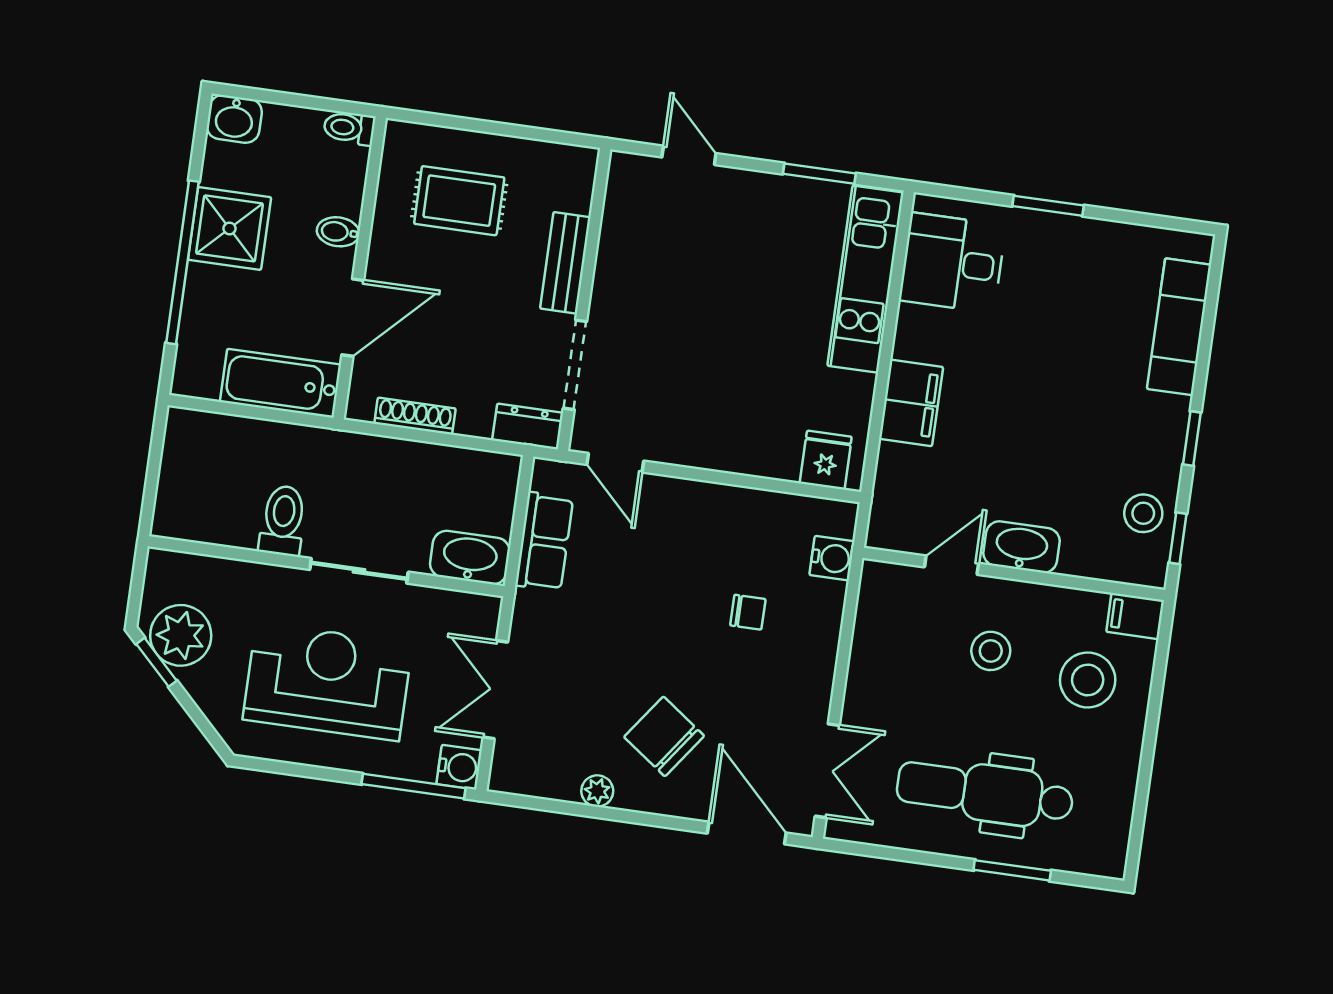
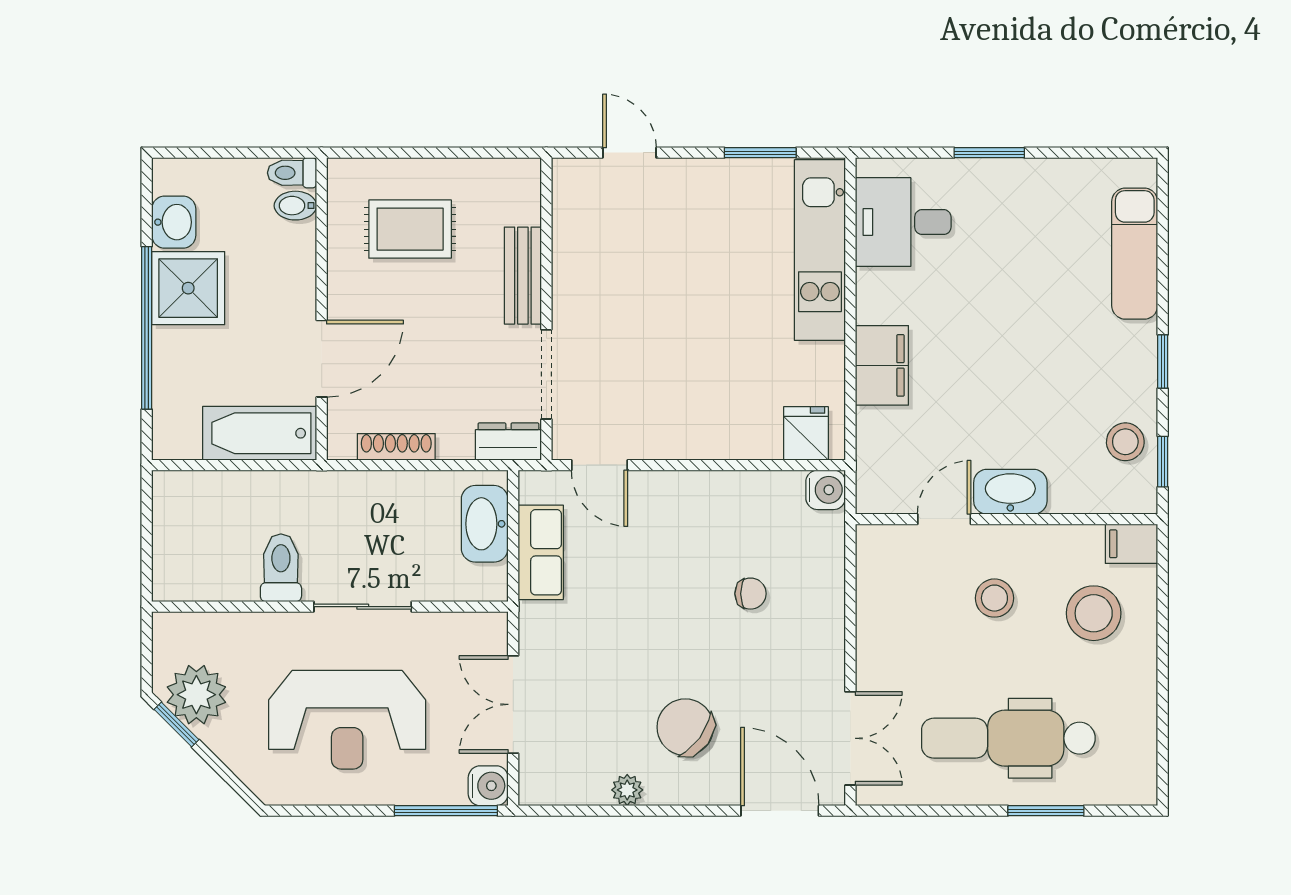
washbasin: (234, 119) -> (174, 222), moved, turned -90
bidet: (338, 232) -> (295, 206), moved
washbasin: (470, 558) -> (485, 524), moved, turned -90
water cooler: (832, 558) -> (826, 490), moved
reception desk: (328, 682) -> (347, 720), turned 180

